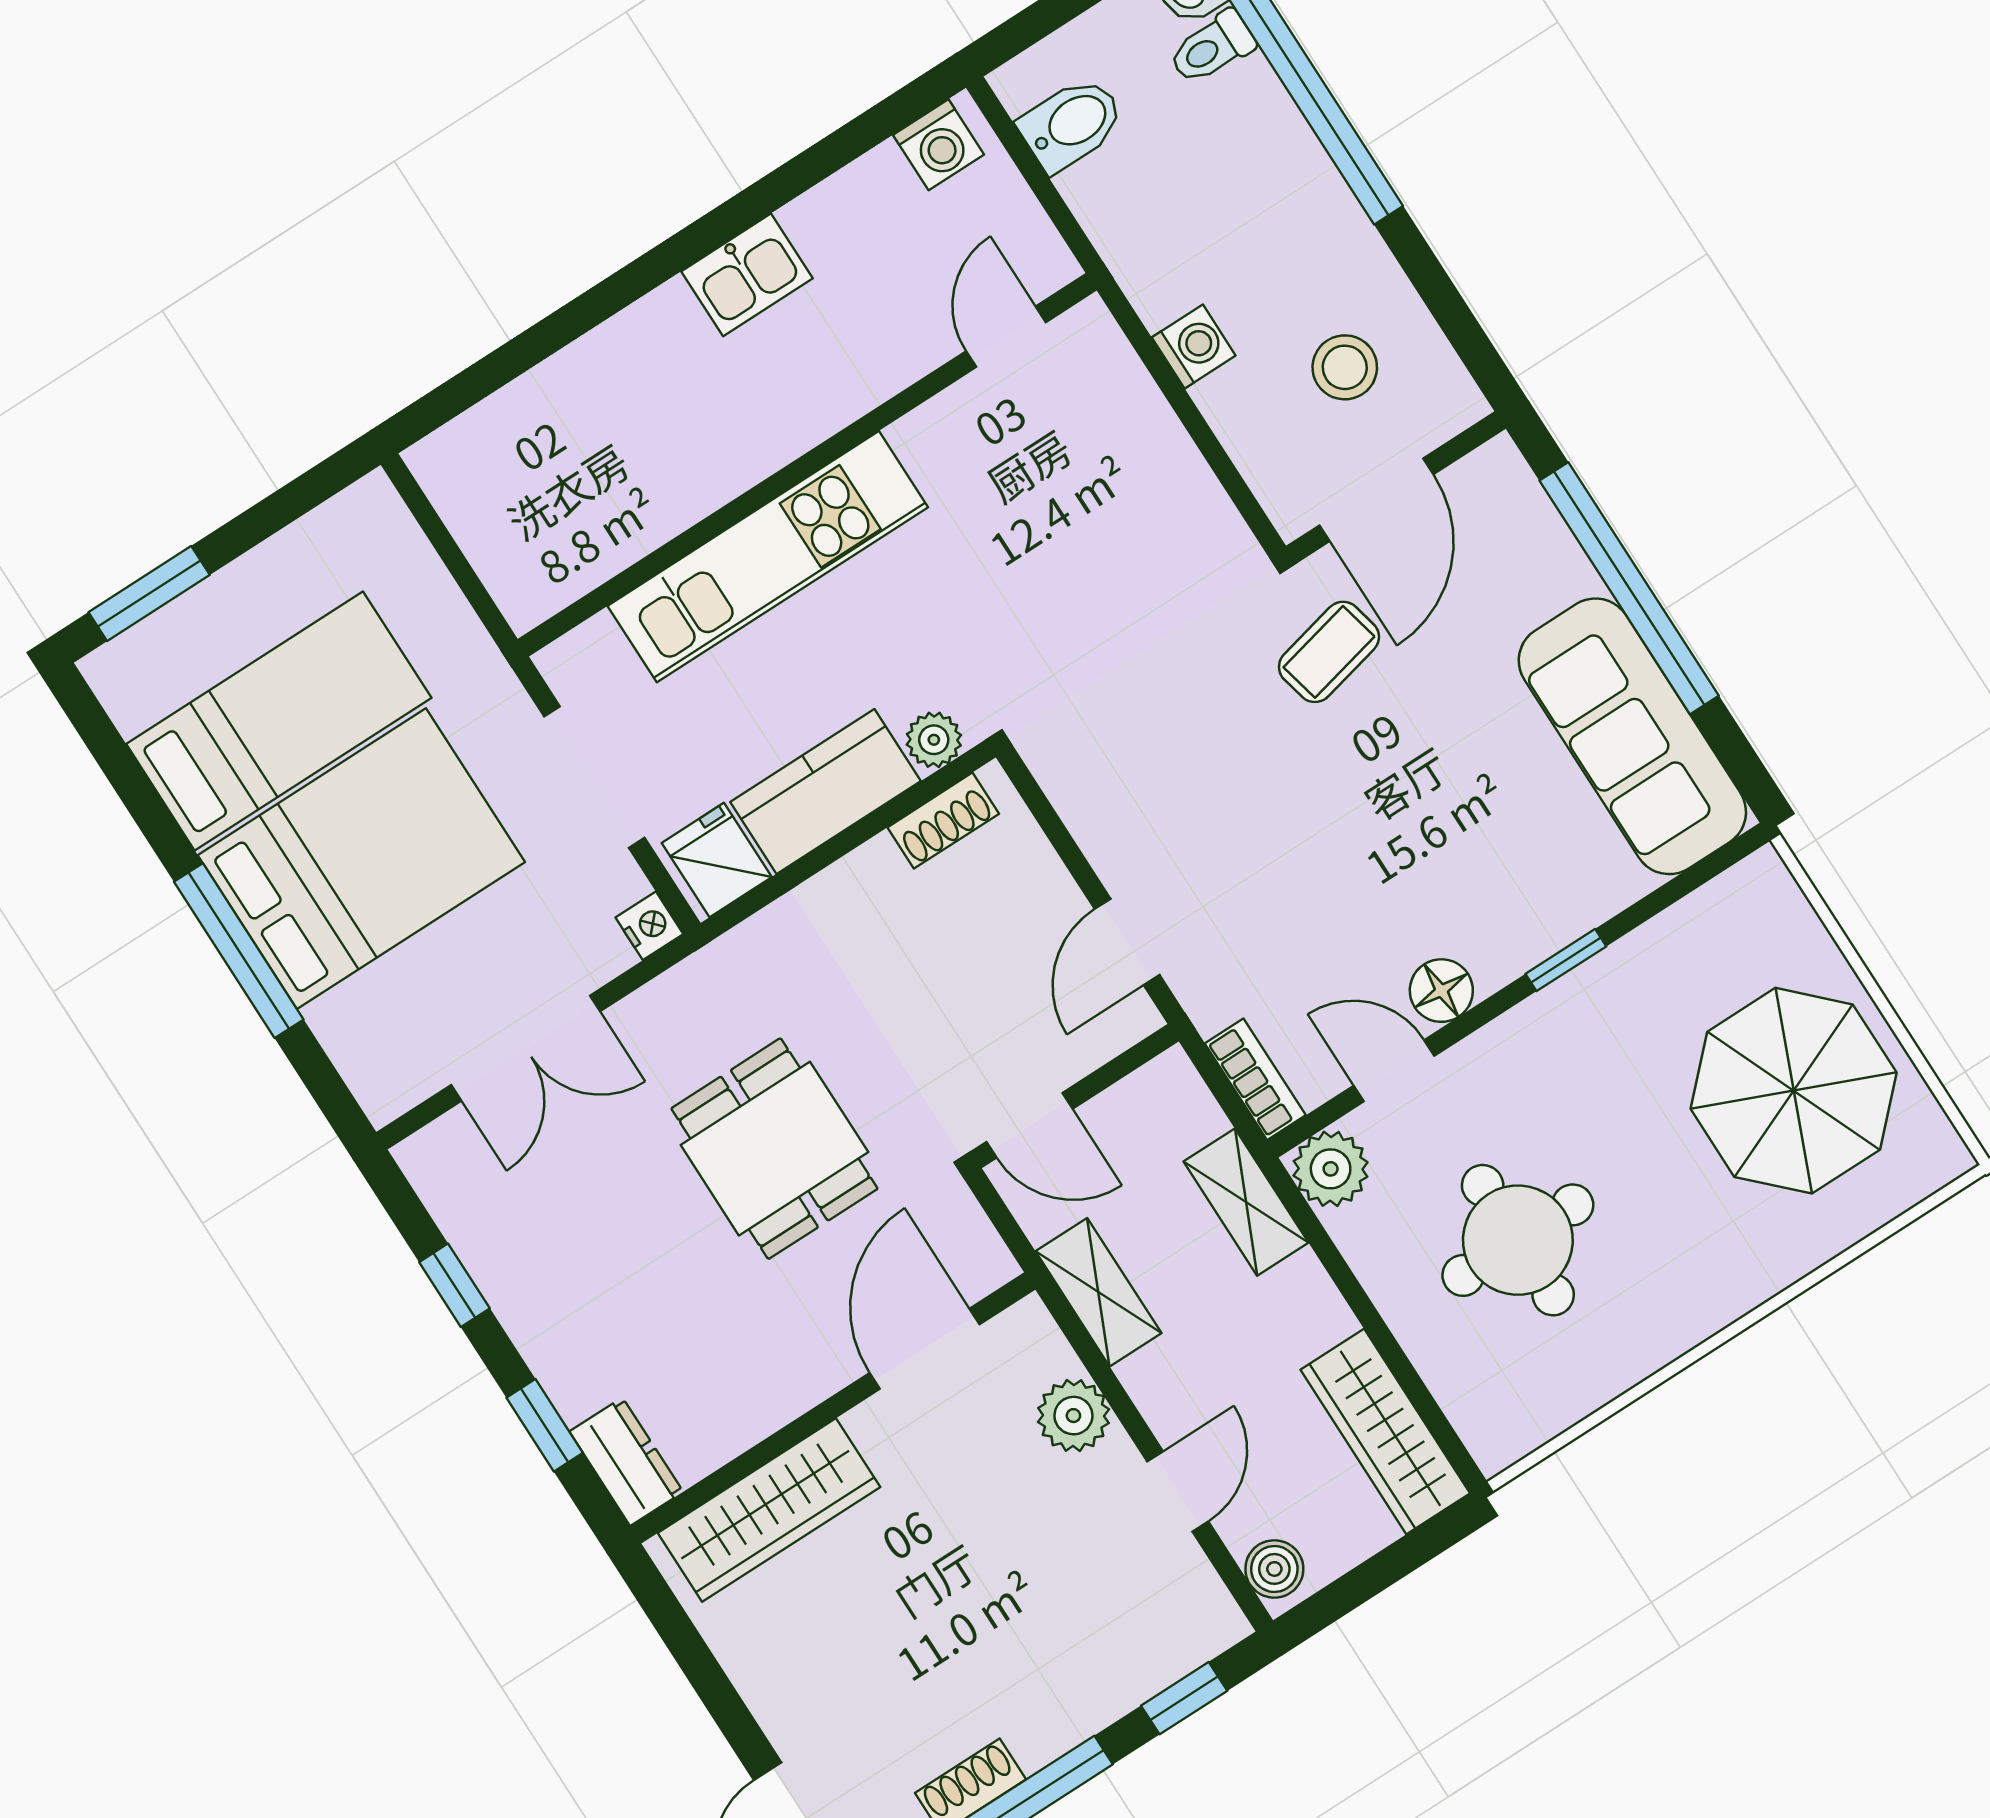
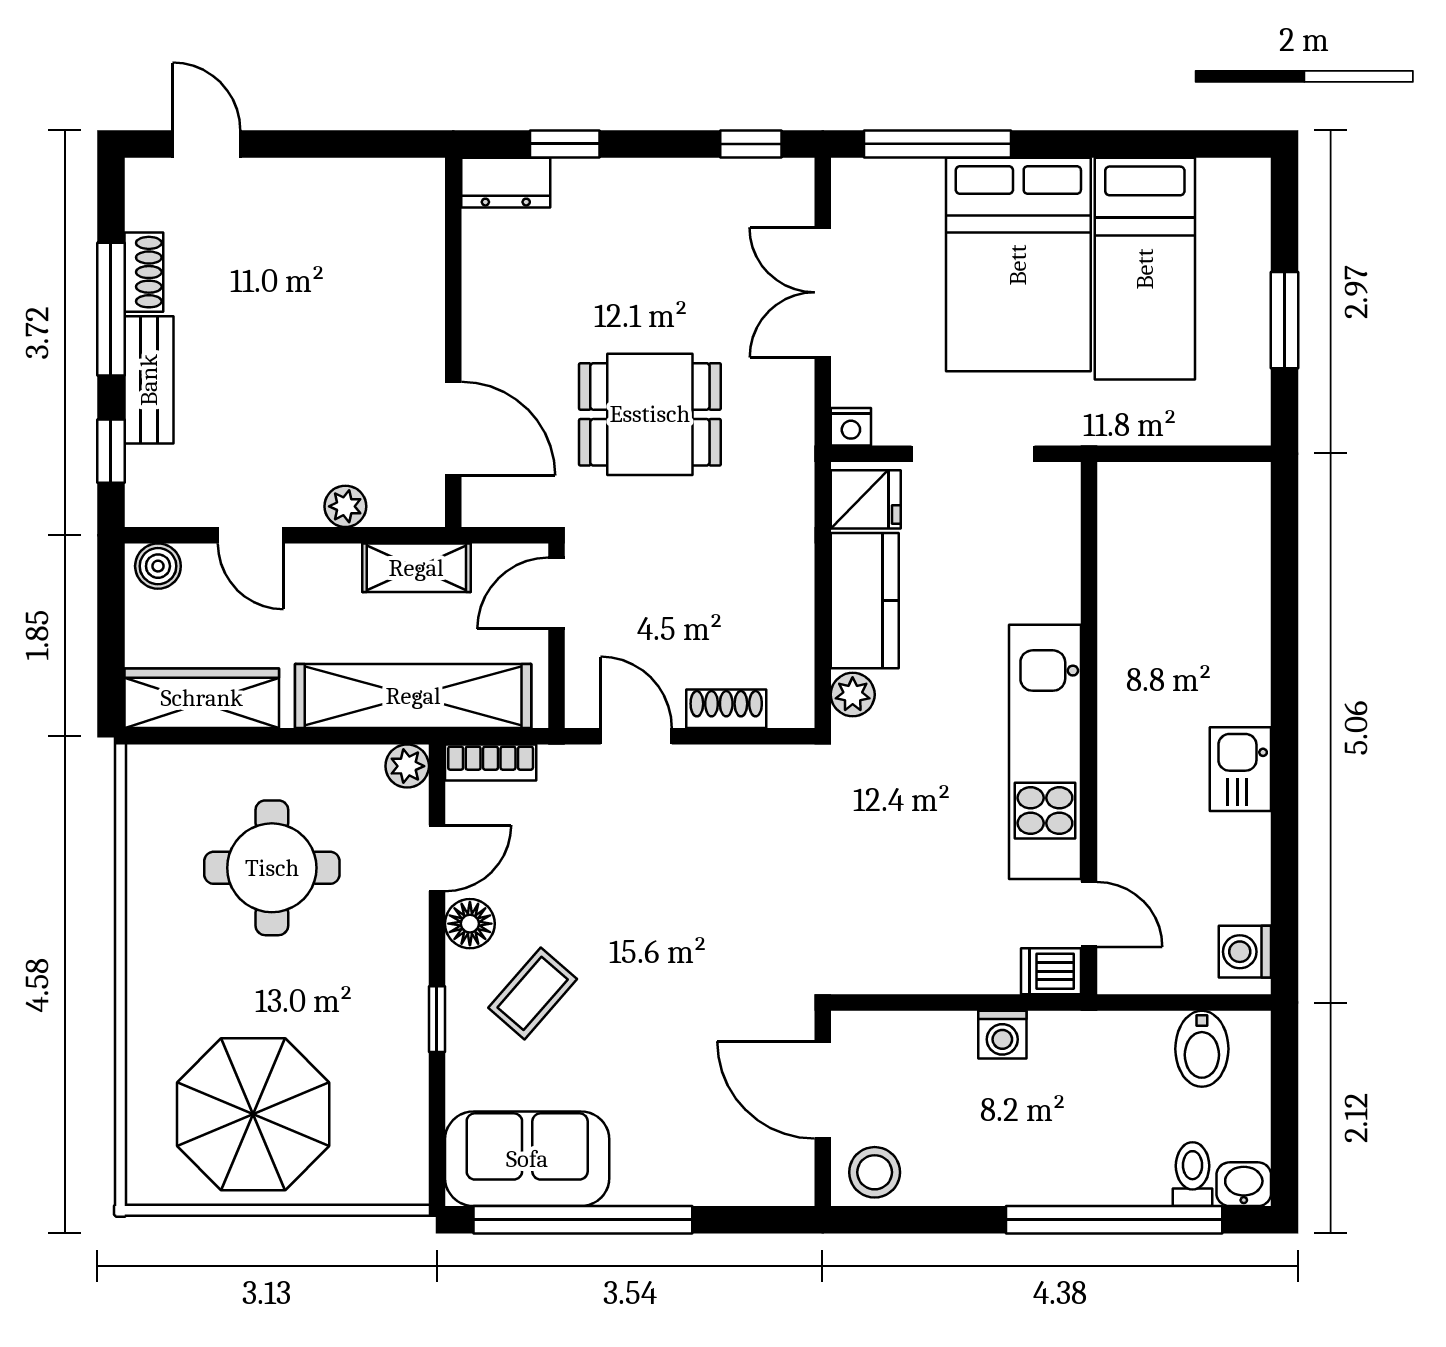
dishwasher: (1093, 338) -> (1051, 971), added
stool: (1345, 367) -> (875, 1172), moved
kitchen unit: (768, 557) -> (1045, 752), moved
window: (1629, 588) -> (583, 1220), moved
window: (149, 594) -> (1285, 320), moved
coffee table: (1329, 652) -> (533, 993), moved, turned 54
sofa: (1632, 736) -> (527, 1159), width x0.73
shoe rack: (943, 821) -> (726, 709), moved, turned 90
window: (239, 951) -> (938, 144), moved
plant: (1331, 1169) -> (407, 766), width x0.73, depth x0.73
shelving: (1246, 1202) -> (413, 696), width x2.20, depth x1.33
window: (454, 1285) -> (751, 144), moved
plant: (1073, 1416) -> (345, 506), width x0.73, depth x0.73
wardrobe: (769, 1510) -> (413, 256), removed
bench: (1082, 1707) -> (149, 380), added

